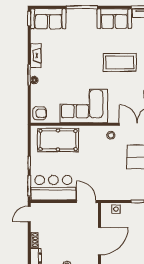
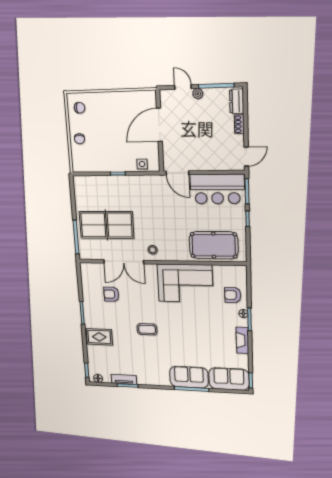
sofa: (114, 19) -> (189, 377), moved
coffee table: (120, 62) -> (147, 329), width x0.54, depth x0.58
armchair: (40, 113) -> (233, 295), moved

